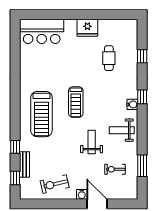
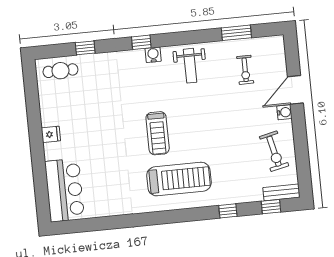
fridge: (87, 28) -> (51, 134), width x0.53, depth x0.75
cafe table: (109, 58) -> (60, 71), moved
treadmill: (76, 102) -> (158, 133), turned 90
weight bench: (92, 142) -> (211, 106), removed
bench: (25, 164) -> (281, 192), moved

